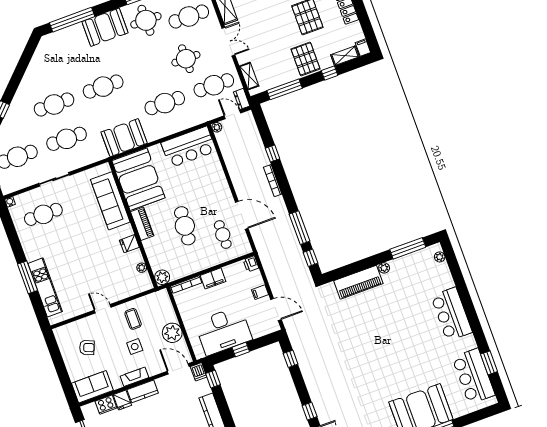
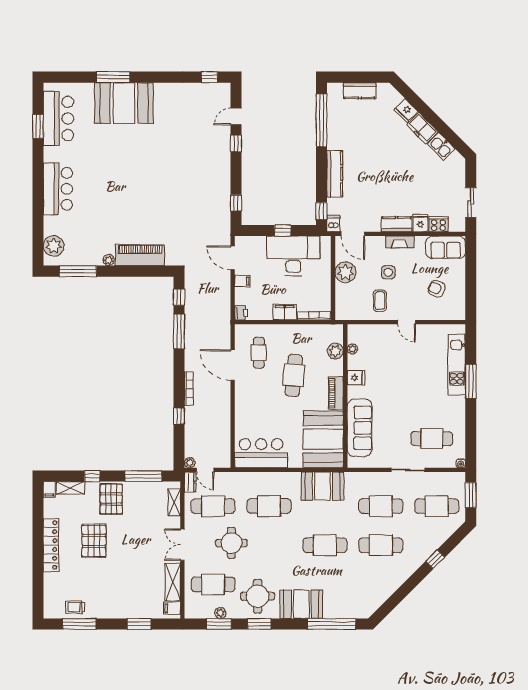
plant: (217, 127) -> (190, 463), moved
plant: (440, 257) -> (54, 246), width x1.88, depth x1.88
plant: (162, 277) -> (335, 351), moved

